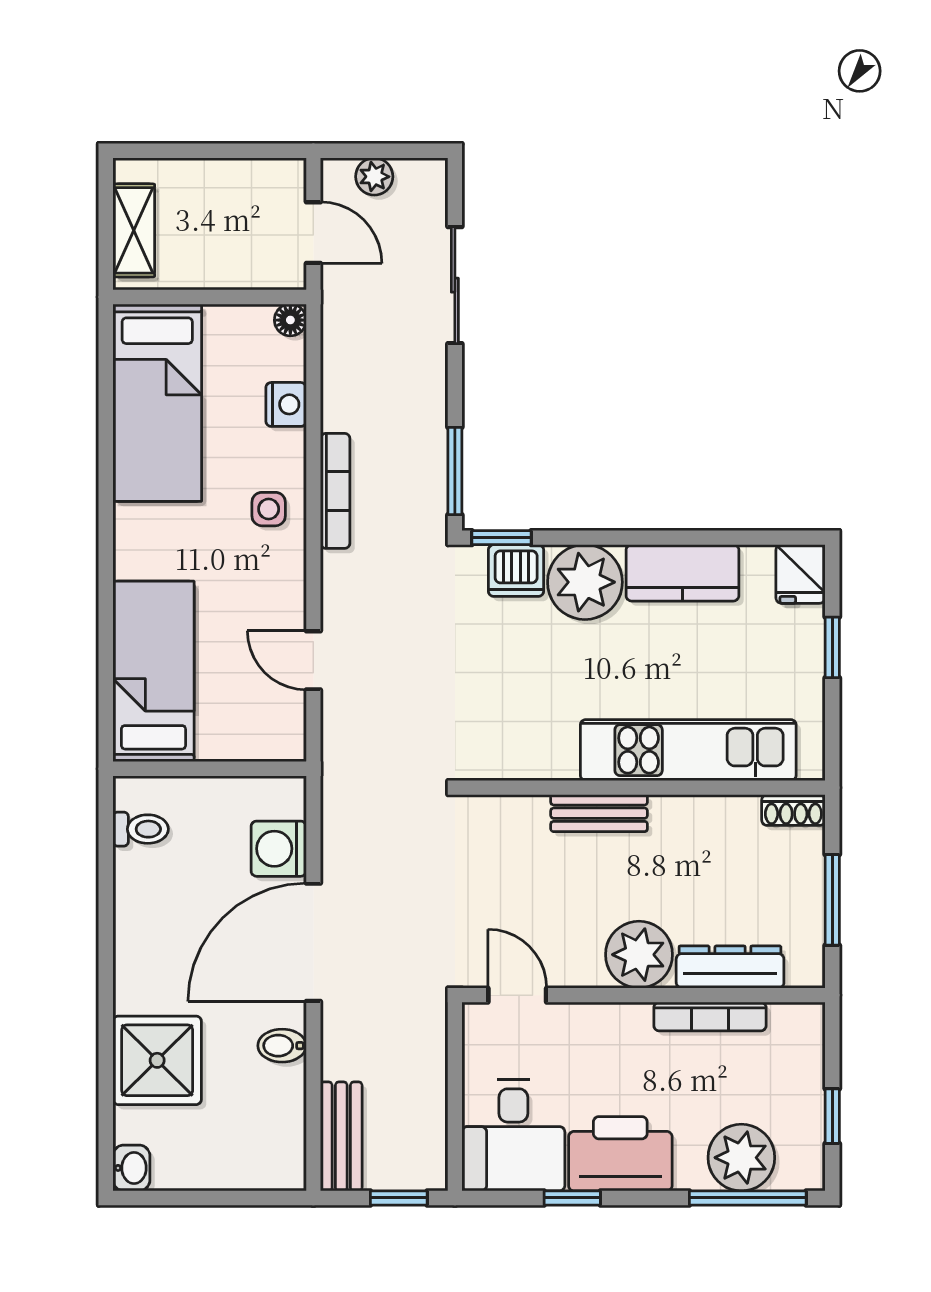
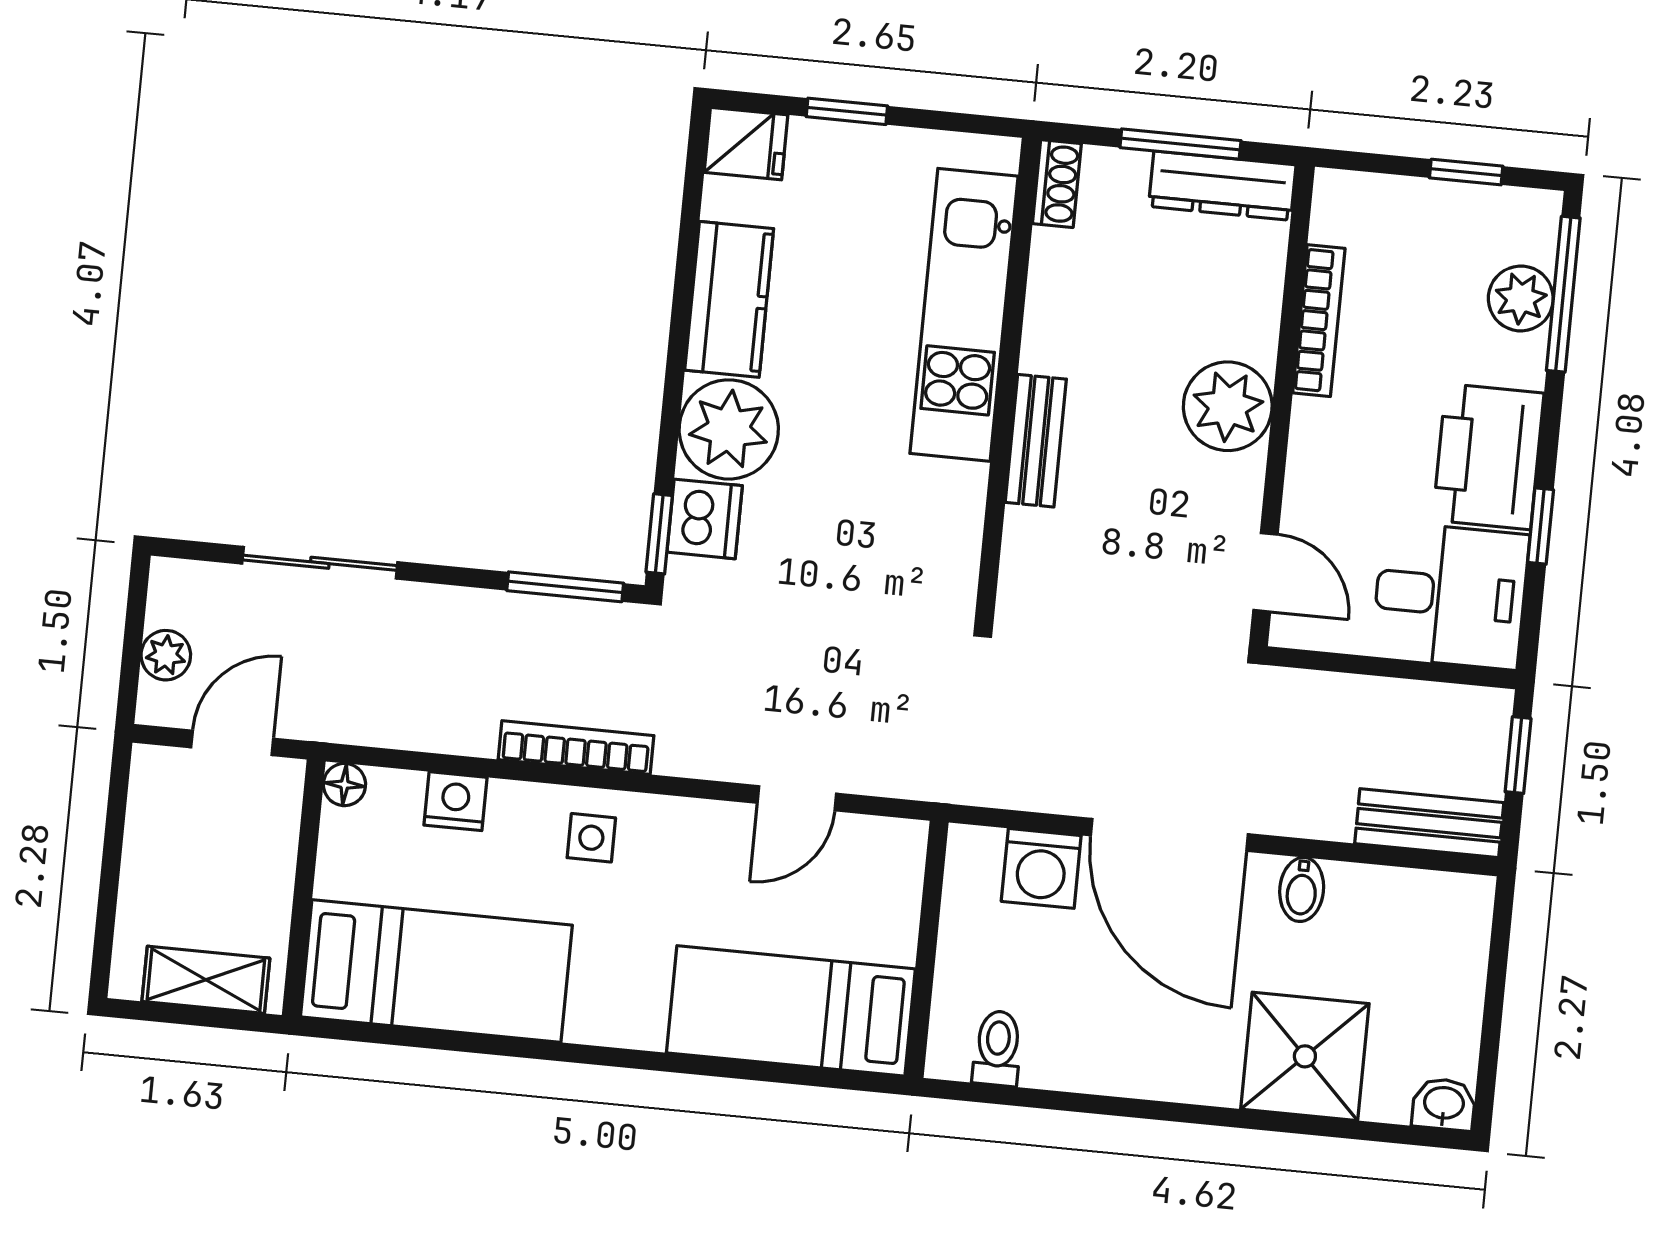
dresser: (730, 967) -> (1222, 186), moved, turned -90
door: (517, 995) -> (1266, 572), swing flipped
plant: (741, 1158) -> (1521, 298), width x0.73, depth x0.73

